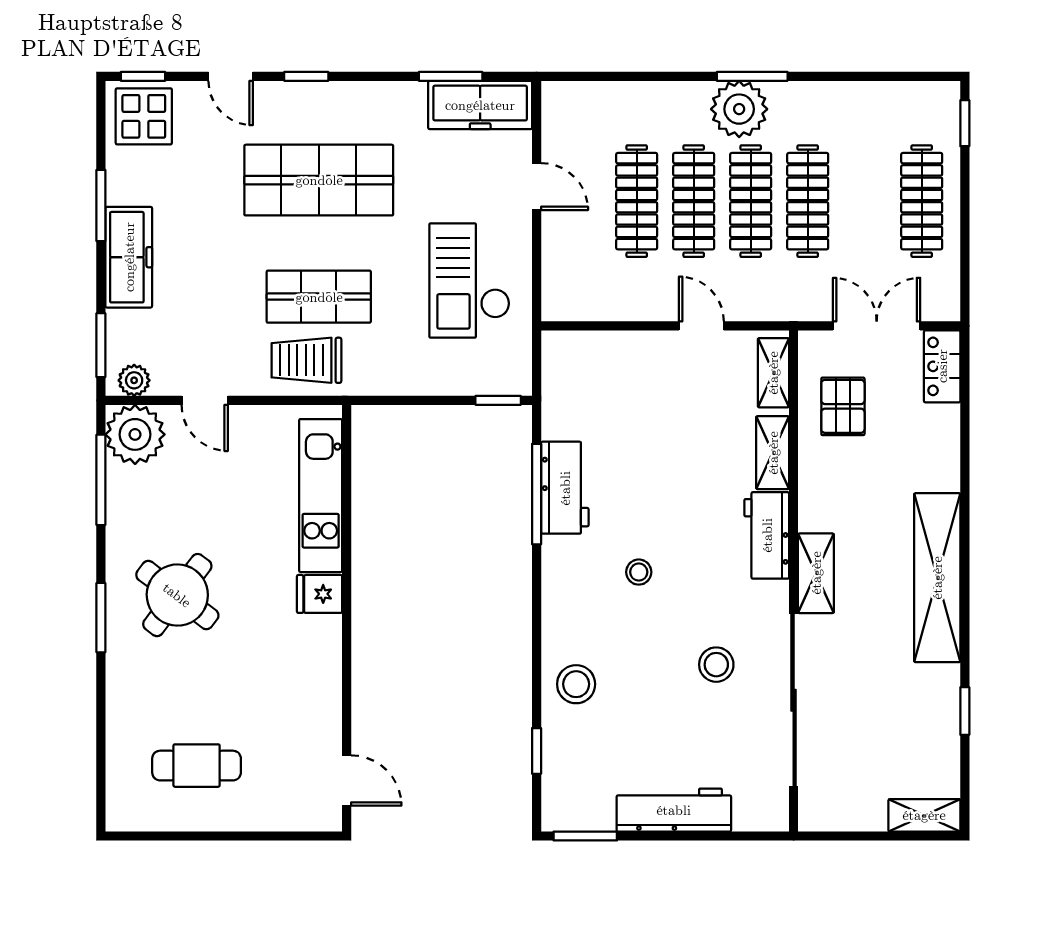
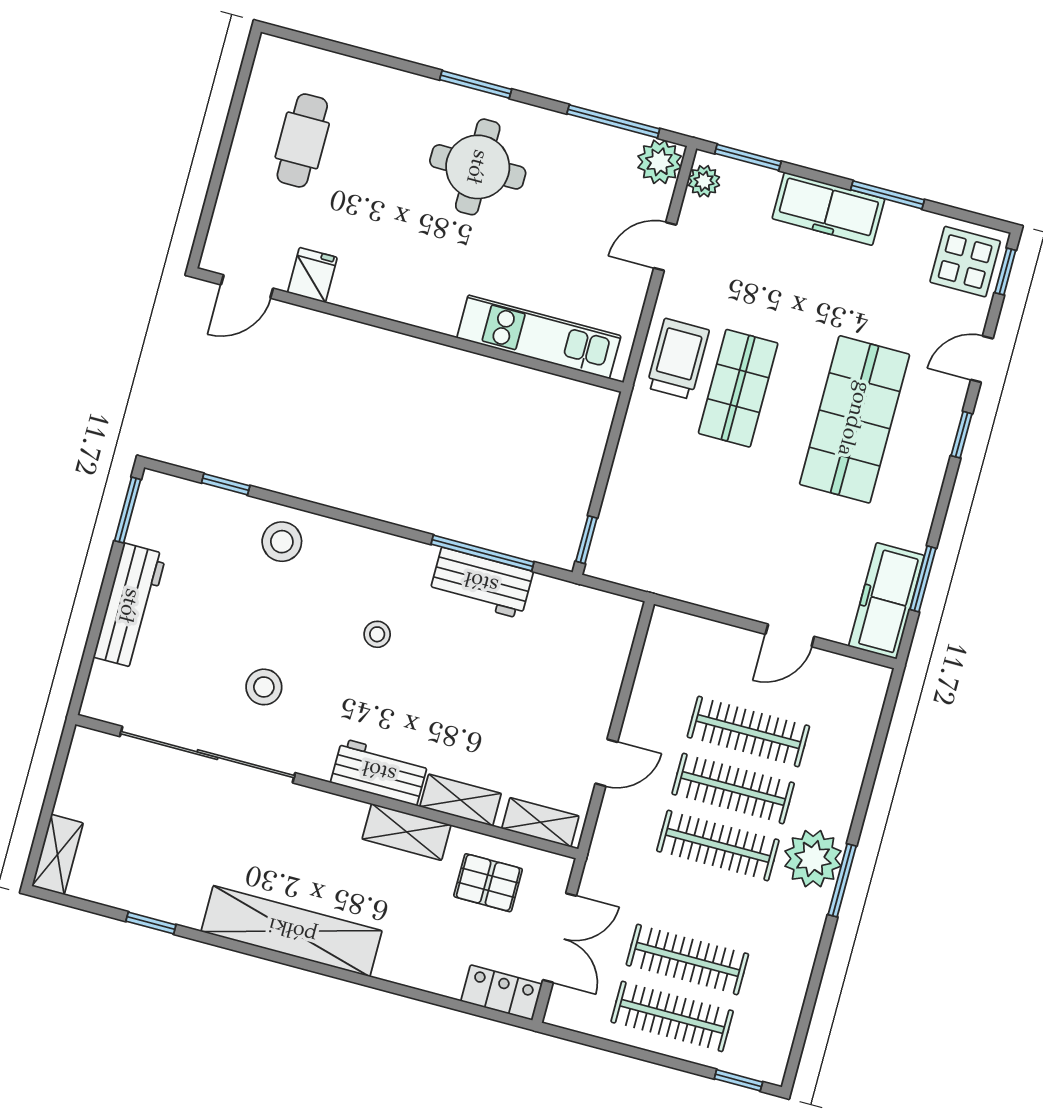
clothes rail: (808, 201) -> (687, 959), moved
checkout: (470, 281) -> (714, 543), removed
plant: (135, 434) -> (660, 162), width x0.73, depth x0.73
shelving: (816, 573) -> (407, 832), moved
fridge: (320, 594) -> (312, 275), moved
round table: (177, 595) -> (478, 167), turned -37

